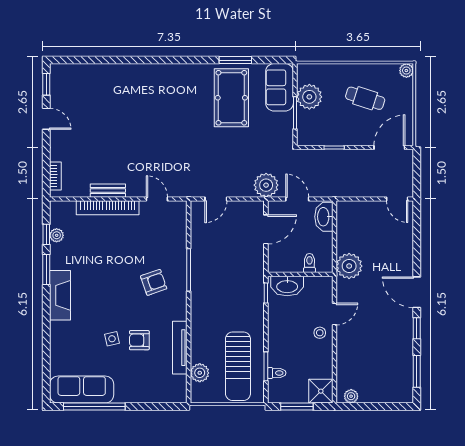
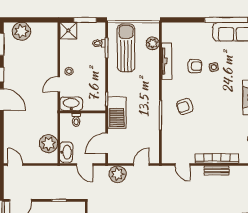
plant: (266, 185) -> (118, 174), moved
plant: (349, 266) -> (49, 144), moved
barbecue: (251, 273) -> (117, 113), added
washbasin: (287, 286) -> (71, 104), moved
plant: (351, 396) -> (21, 31), moved, width x1.88, depth x1.88

